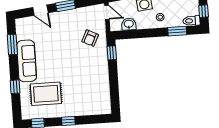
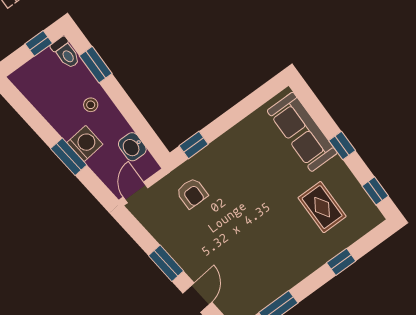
armchair: (90, 38) -> (192, 193), turned 64
sofa: (27, 61) -> (302, 132), moved, turned -90
rug: (46, 94) -> (322, 207), width x0.73, depth x0.70

